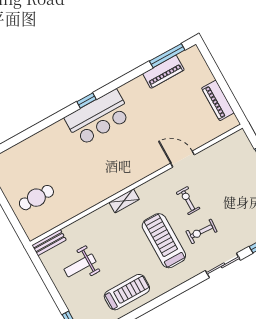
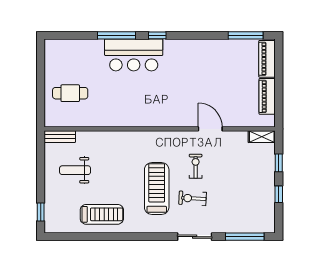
piano: (163, 72) -> (267, 59), moved, turned 90
bar counter: (98, 118) -> (134, 55), moved
window: (49, 121) -> (116, 35), added
shelving: (124, 201) -> (262, 137), moved

